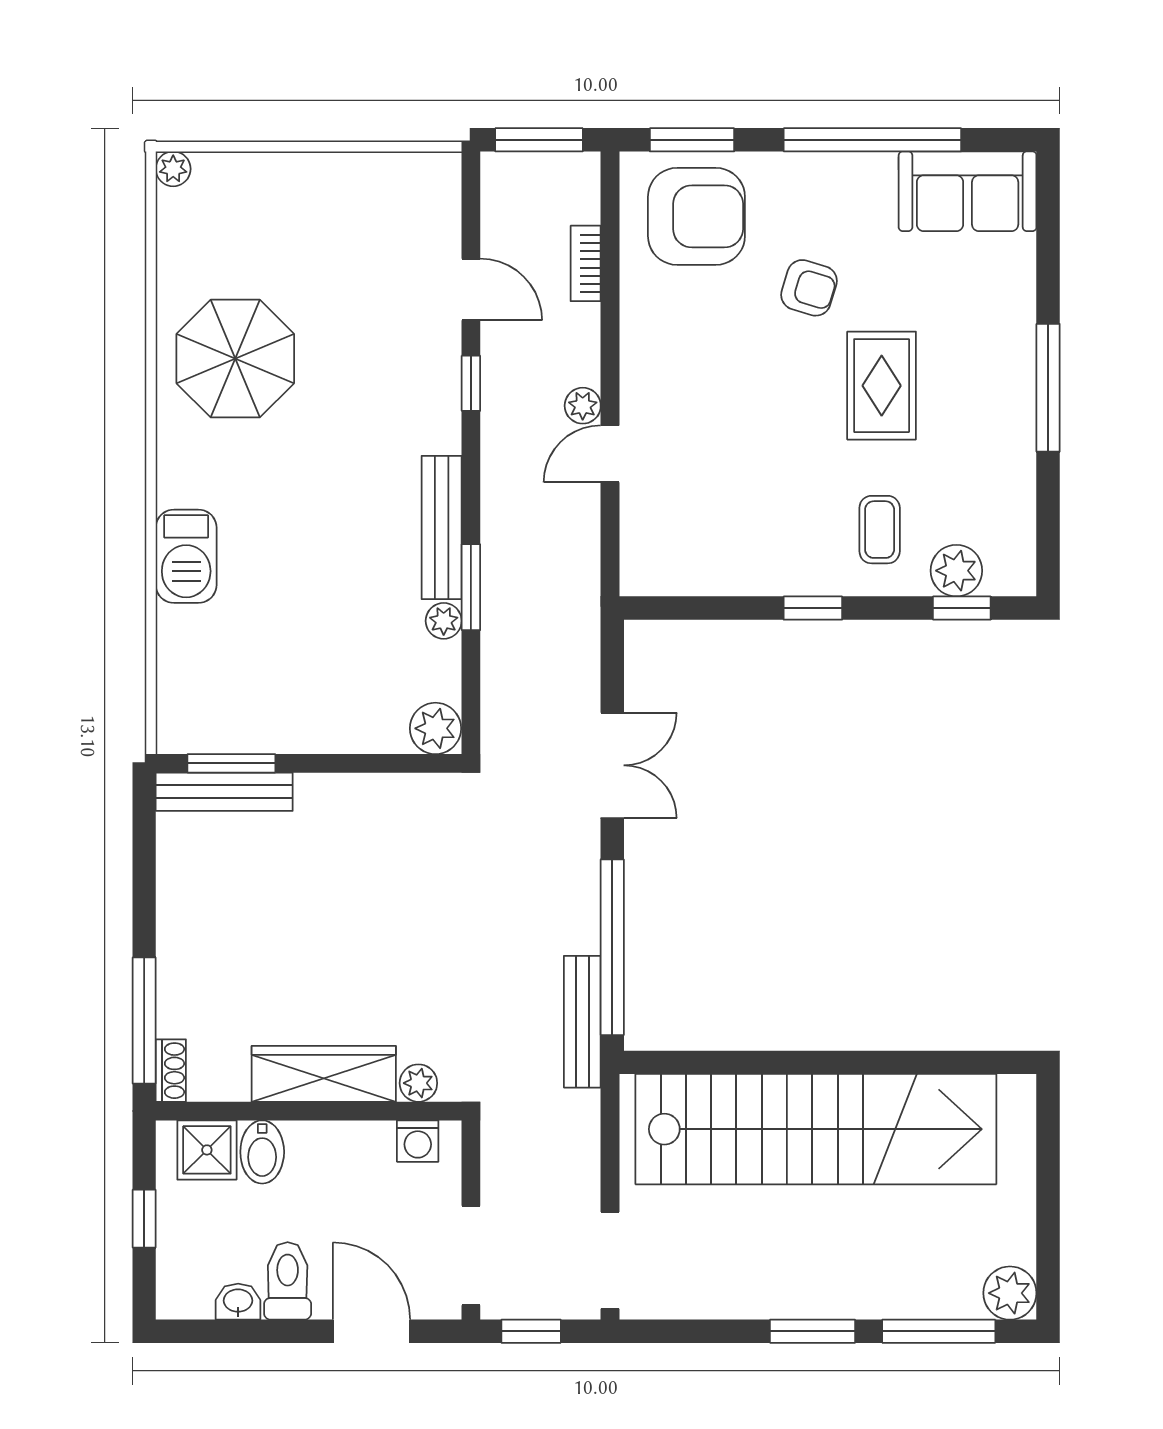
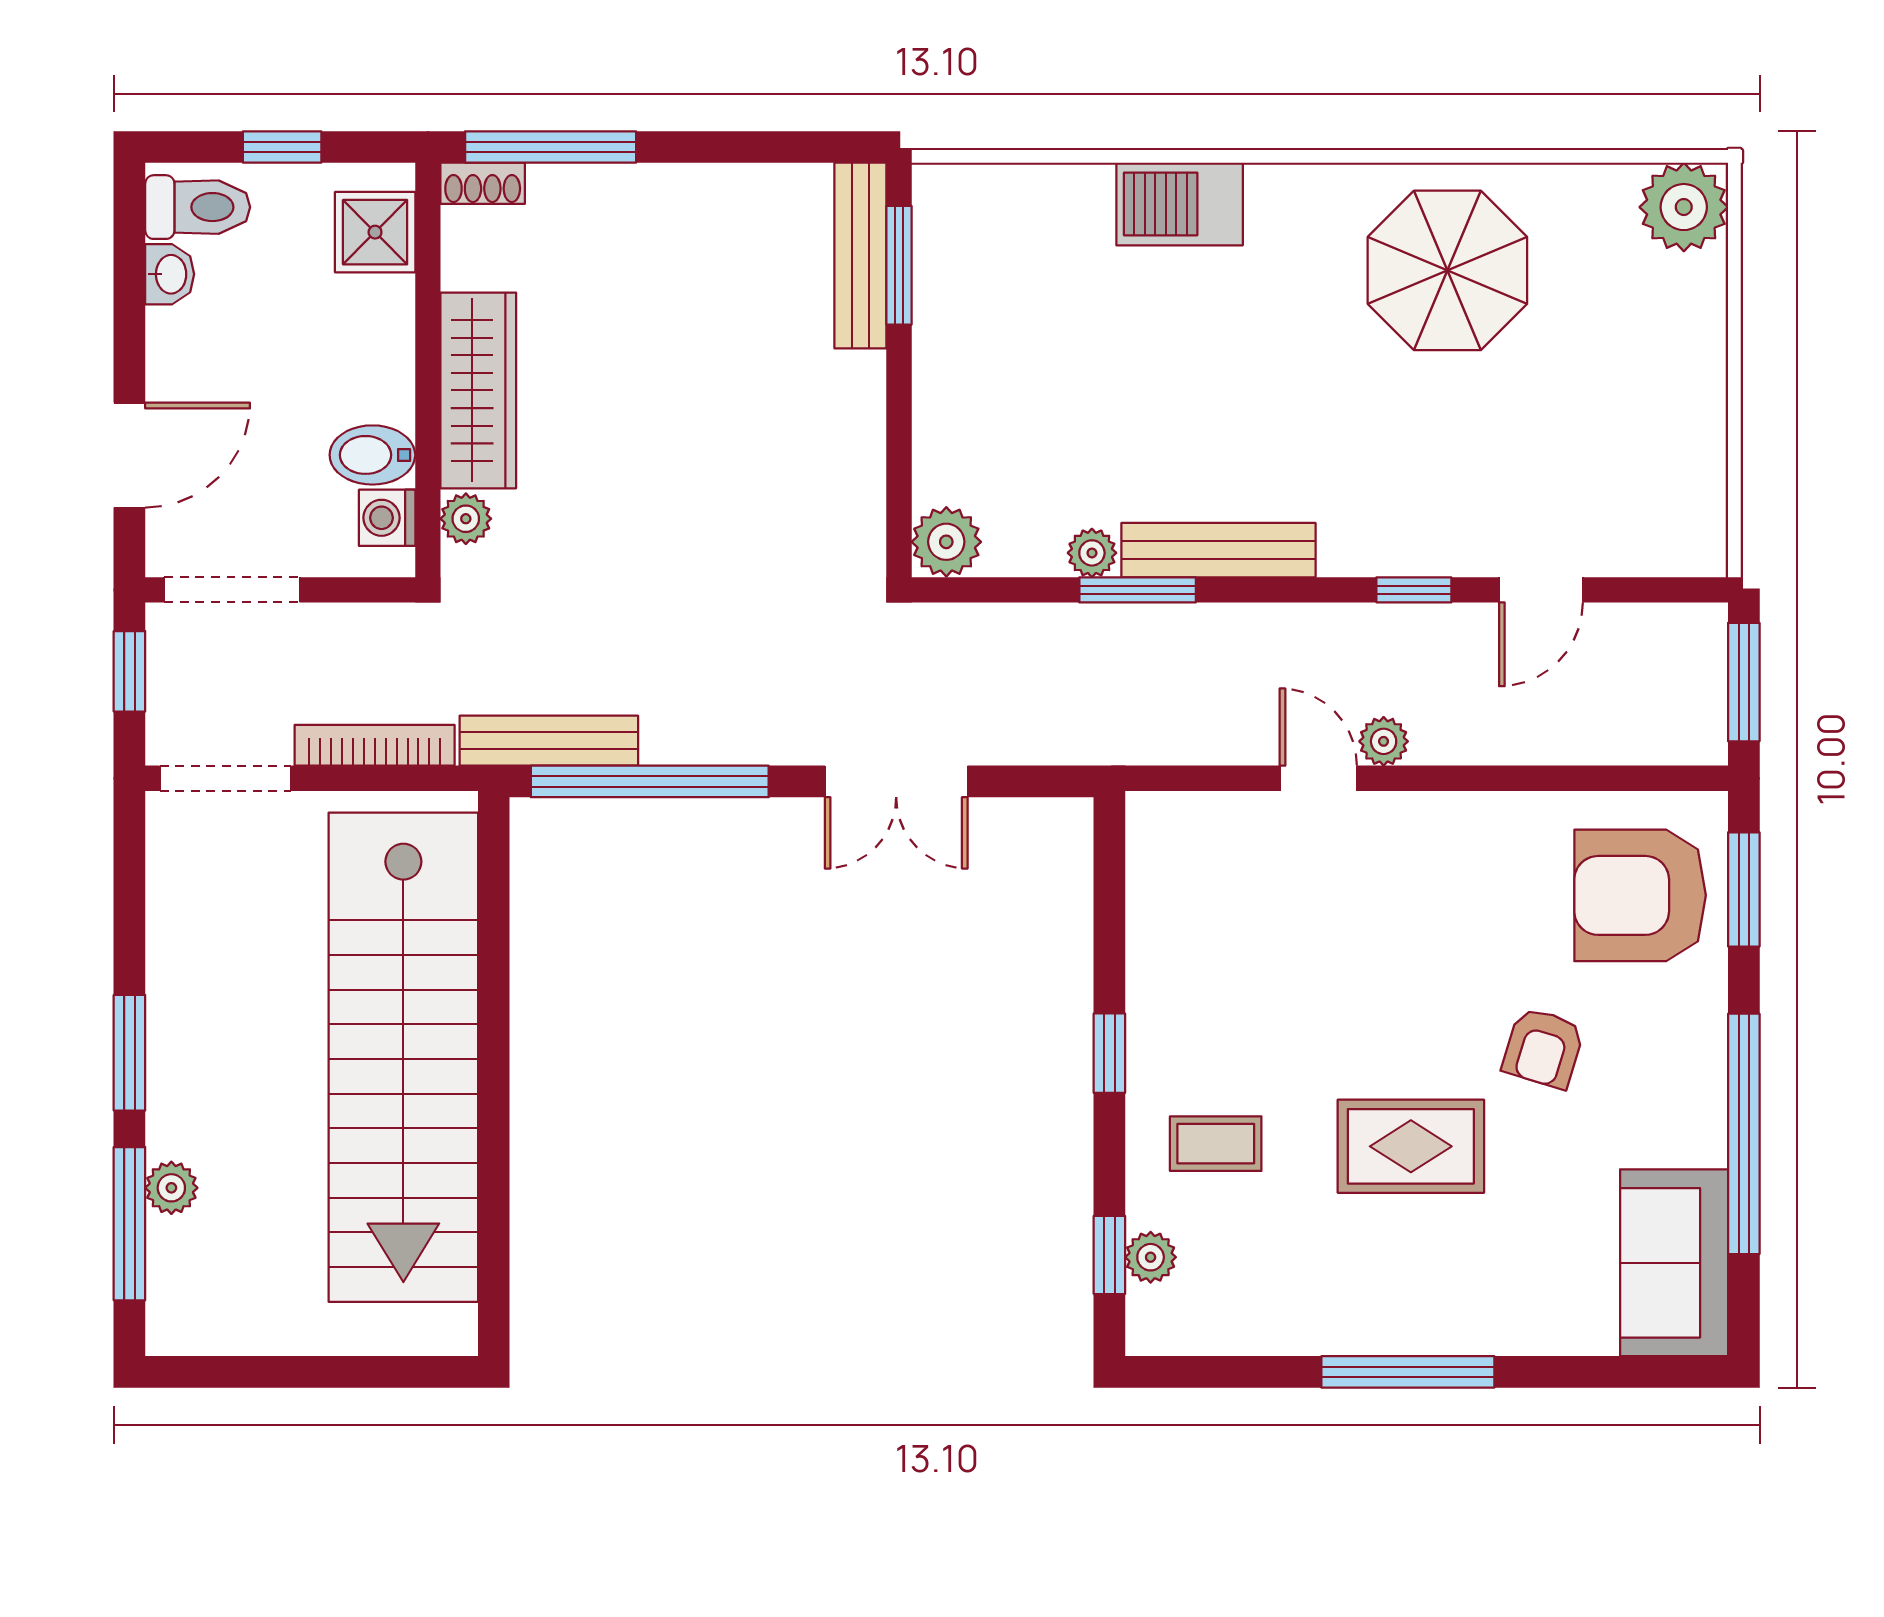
plant: (173, 169) -> (1684, 207), width x1.87, depth x1.87
armchair: (696, 216) -> (1640, 895), turned 90
bookcase: (586, 263) -> (375, 745), moved, width x1.56
plant: (956, 571) -> (1151, 1257), width x0.73, depth x0.73
bidet: (262, 1152) -> (372, 455), moved
toilet: (288, 1281) -> (198, 207), moved
plant: (1010, 1293) -> (171, 1188), moved, width x0.73, depth x0.73

